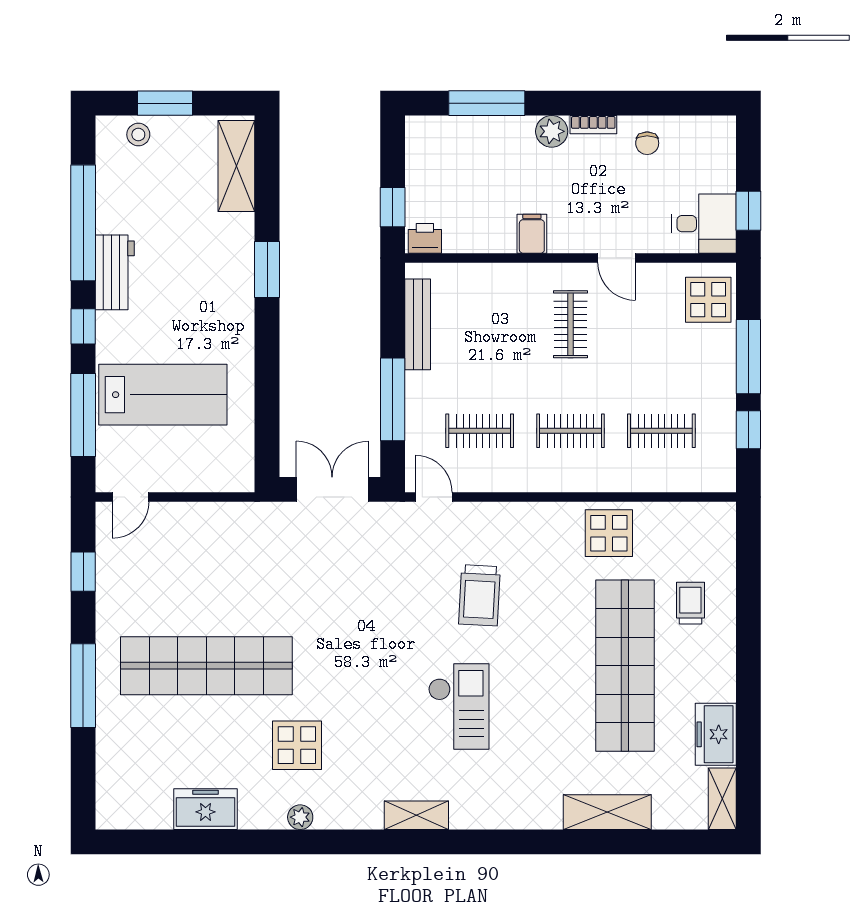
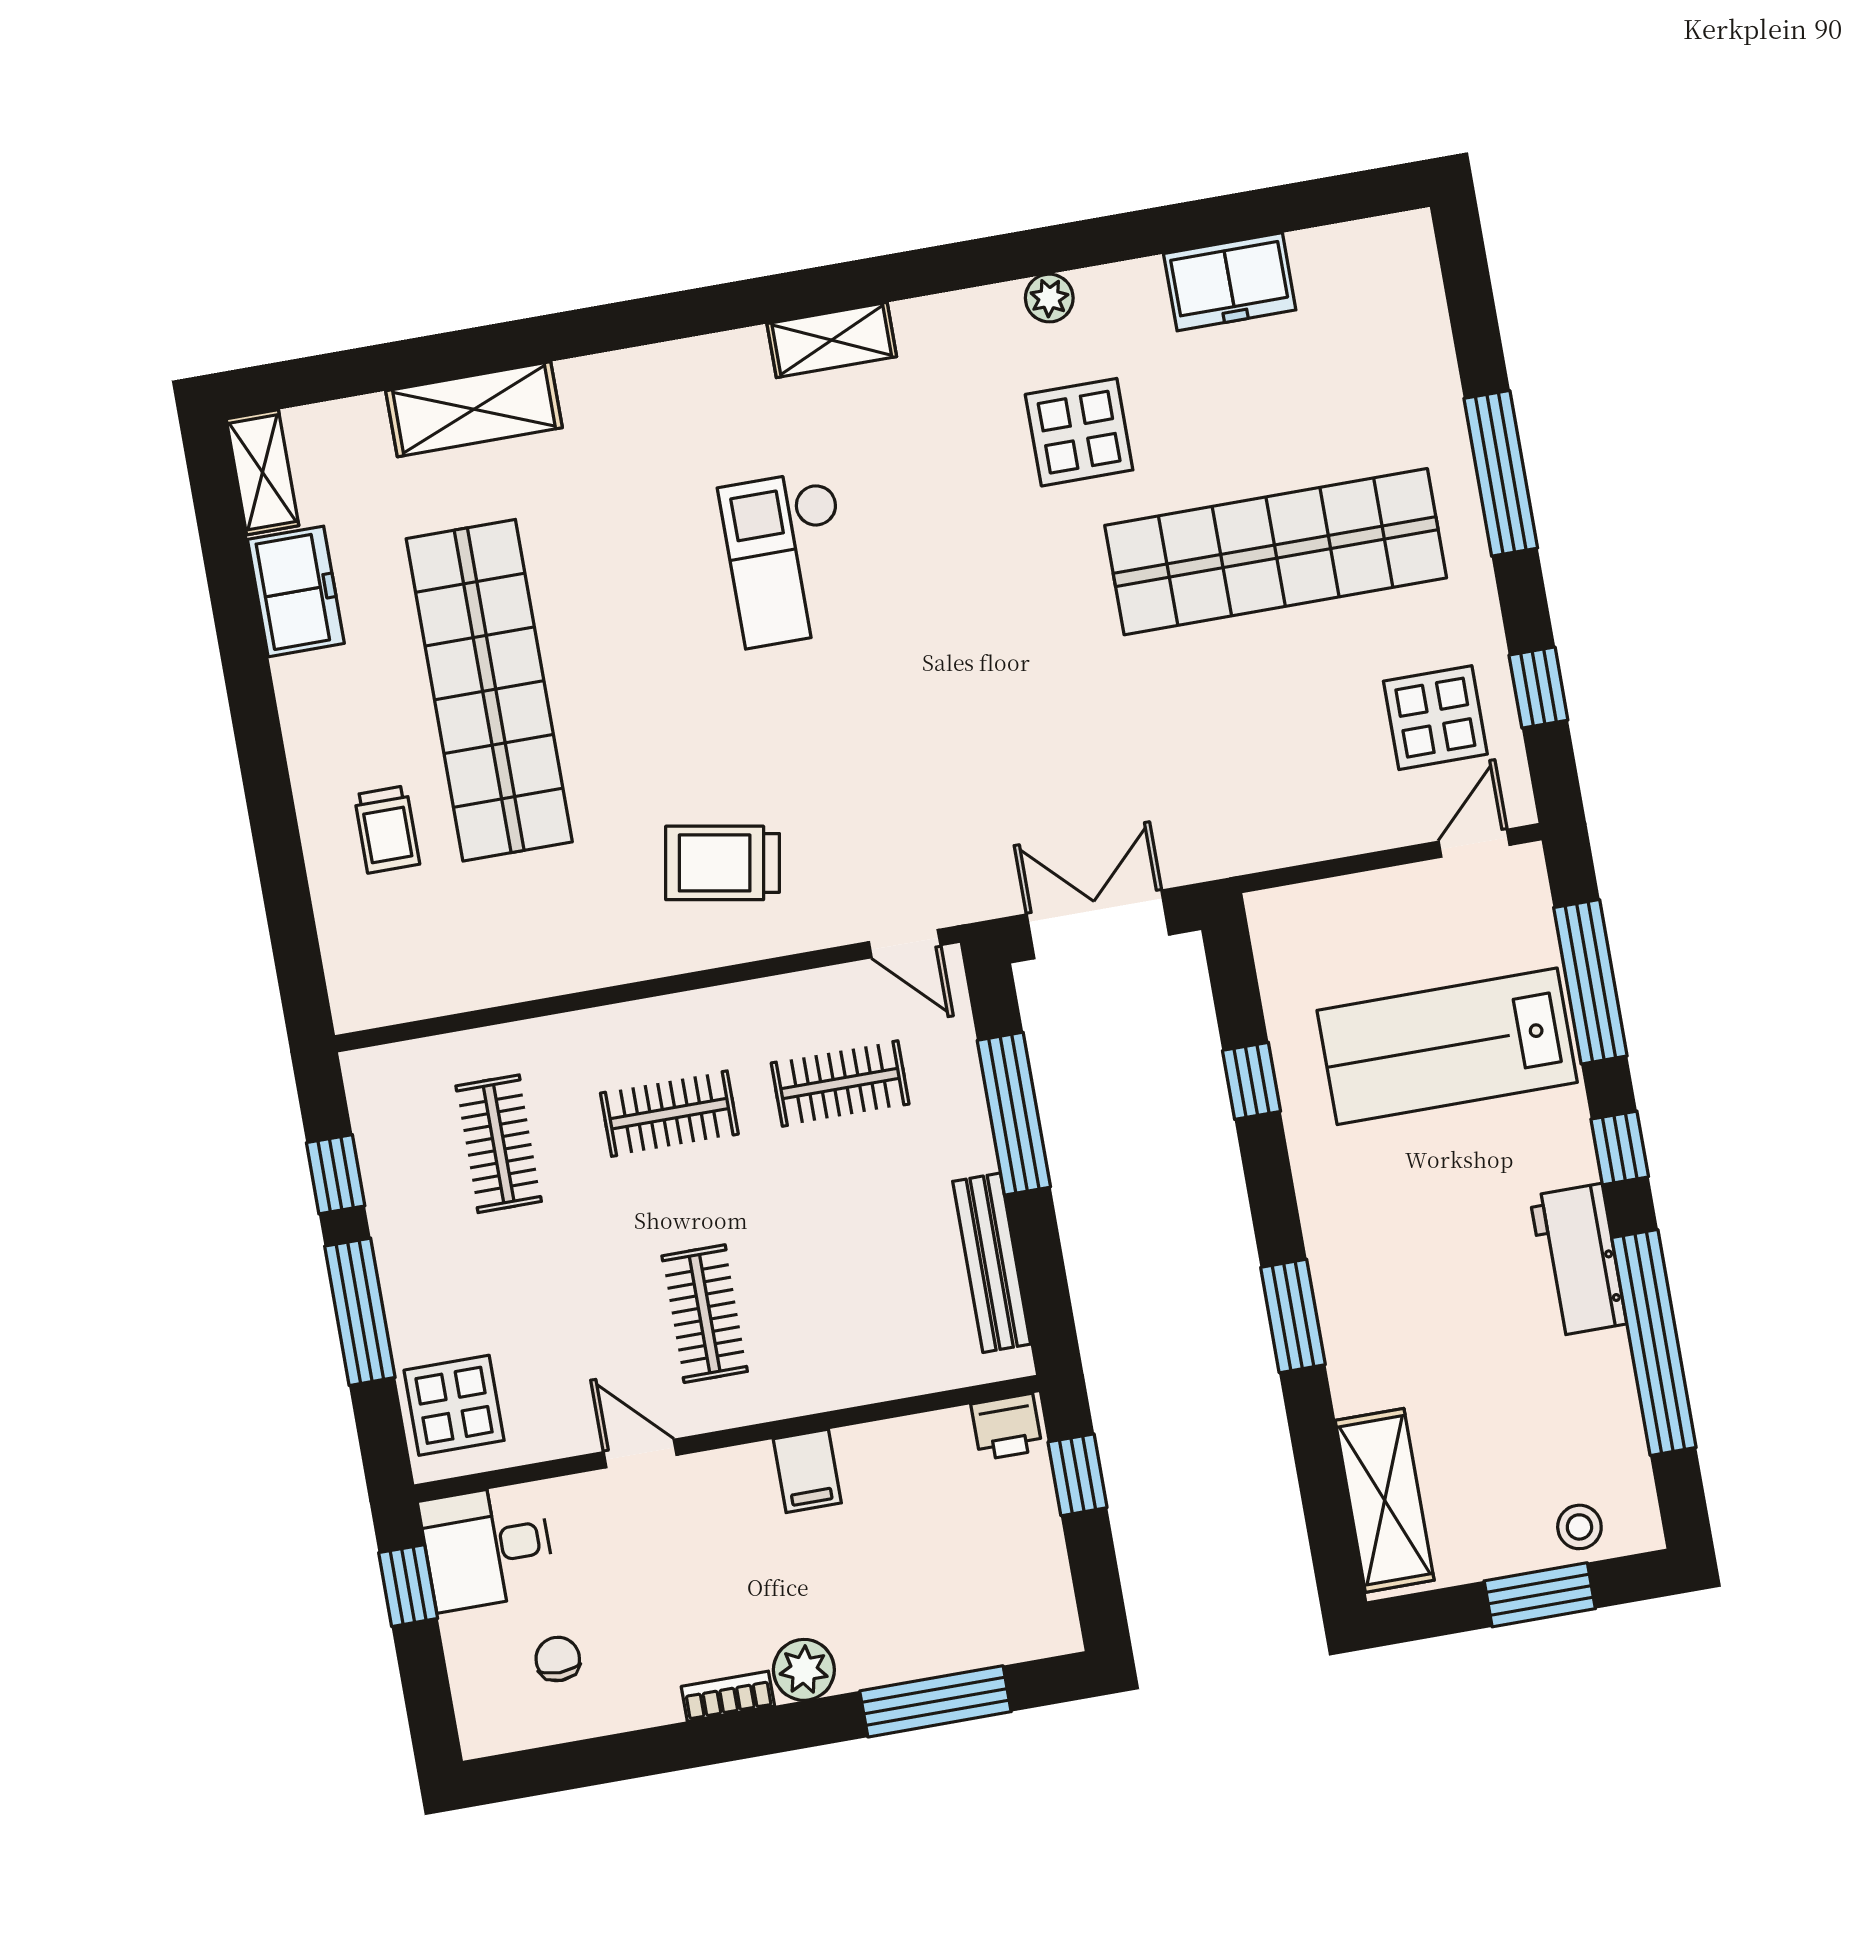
chair: (647, 143) -> (558, 1659), moved
window: (267, 395) -> (1252, 1081), added
clothes rail: (661, 431) -> (499, 1144), turned 90
double door: (332, 489) -> (1098, 924), swing flipped
display table: (609, 533) -> (1435, 718), moved
trolley: (479, 595) -> (723, 863), moved, turned -83

